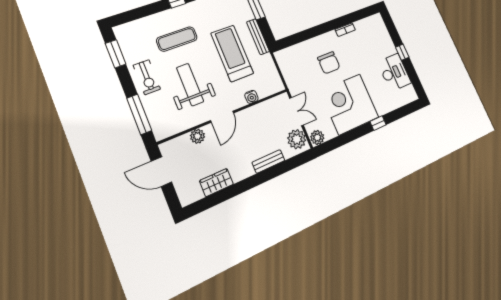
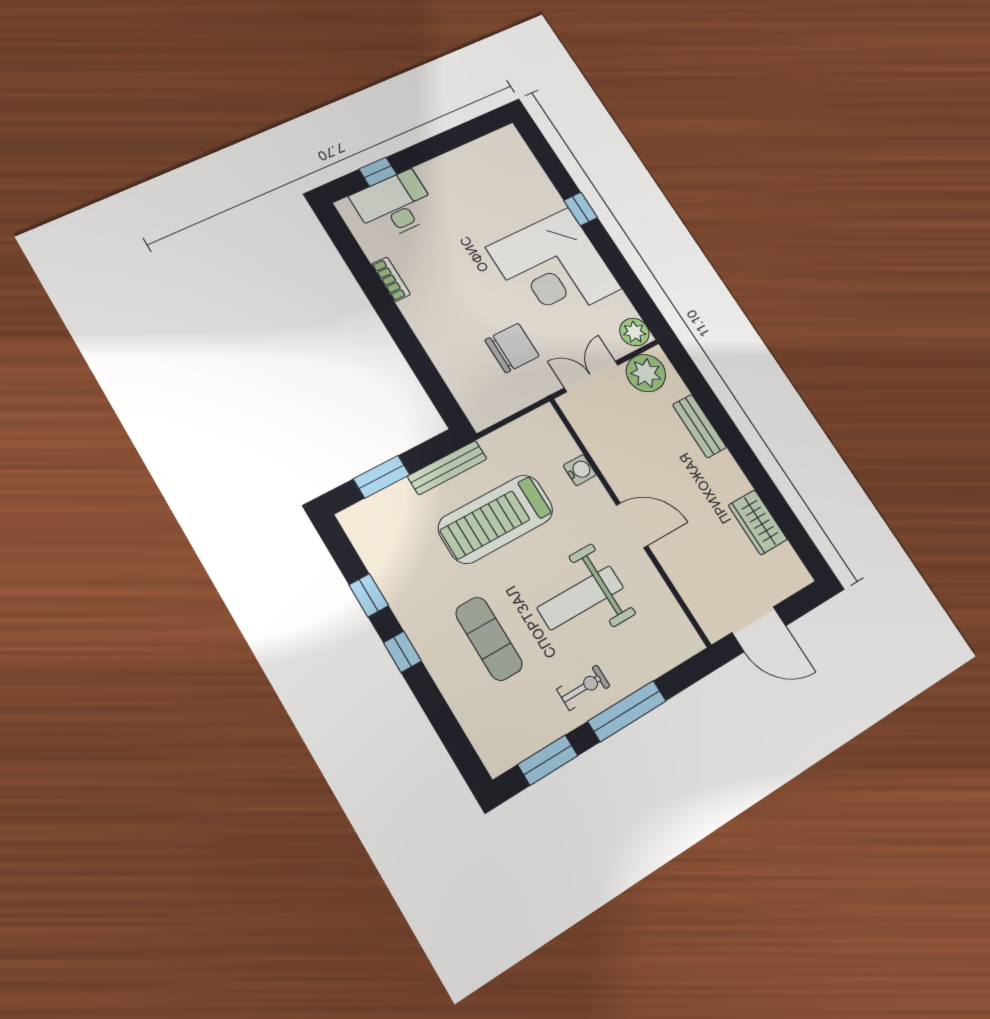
window: (402, 52) -> (378, 172), moved
chair: (329, 63) -> (512, 348), moved
desk: (394, 72) -> (395, 205), moved
exercise bike: (147, 77) -> (583, 688), width x0.73, depth x0.72
window: (139, 114) -> (627, 711), moved
plant: (197, 136) -> (680, 569), removed
door: (161, 172) -> (759, 629), hinge flipped

